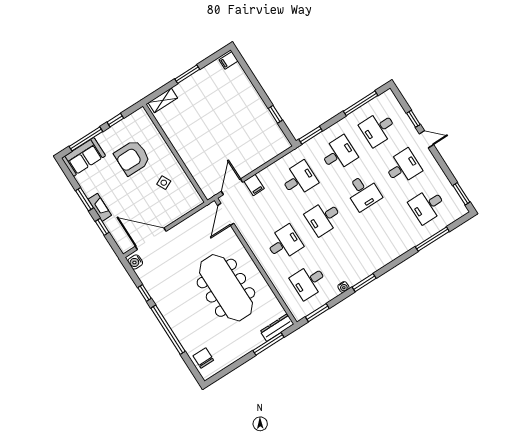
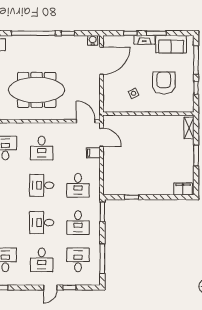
filing cabinet: (228, 60) -> (183, 189), width x2.00
sofa: (84, 157) -> (171, 44), moved, turned -90
desk: (324, 218) -> (42, 185), turned -90

